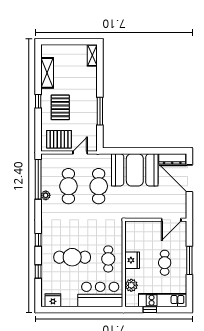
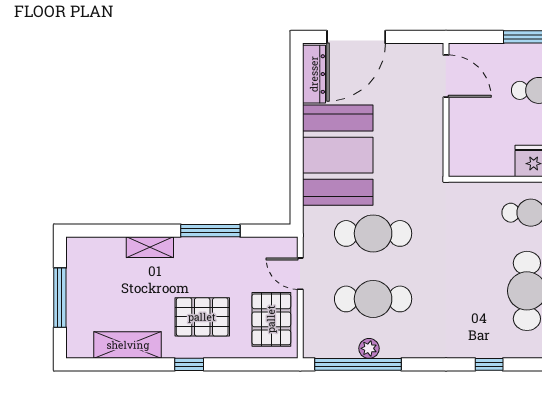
window: (69, 42) -> (60, 298), added
shelving: (92, 55) -> (150, 247), moved
plant: (46, 195) -> (369, 348), moved

